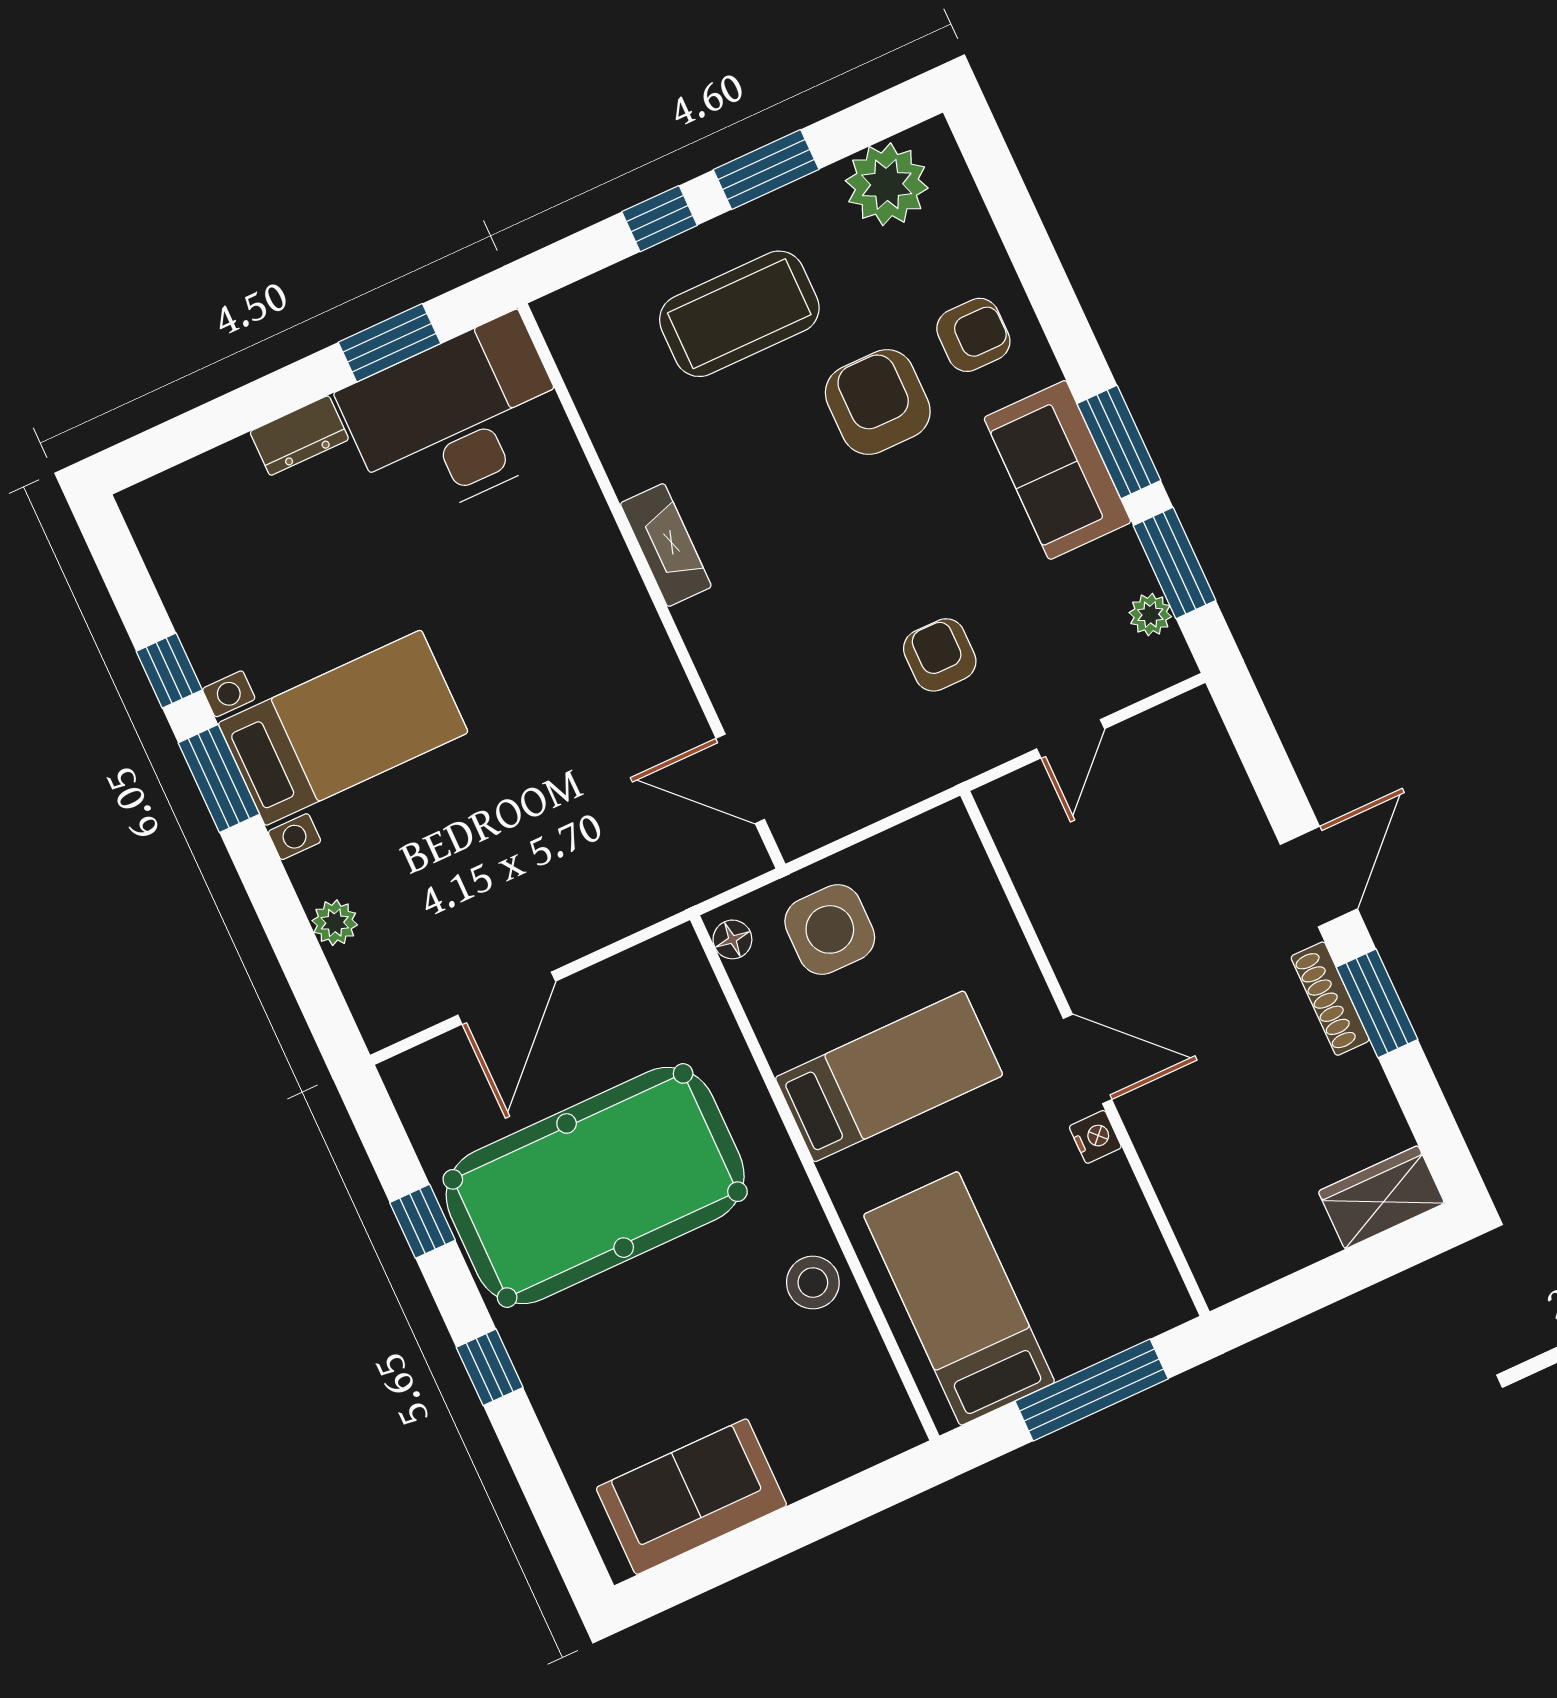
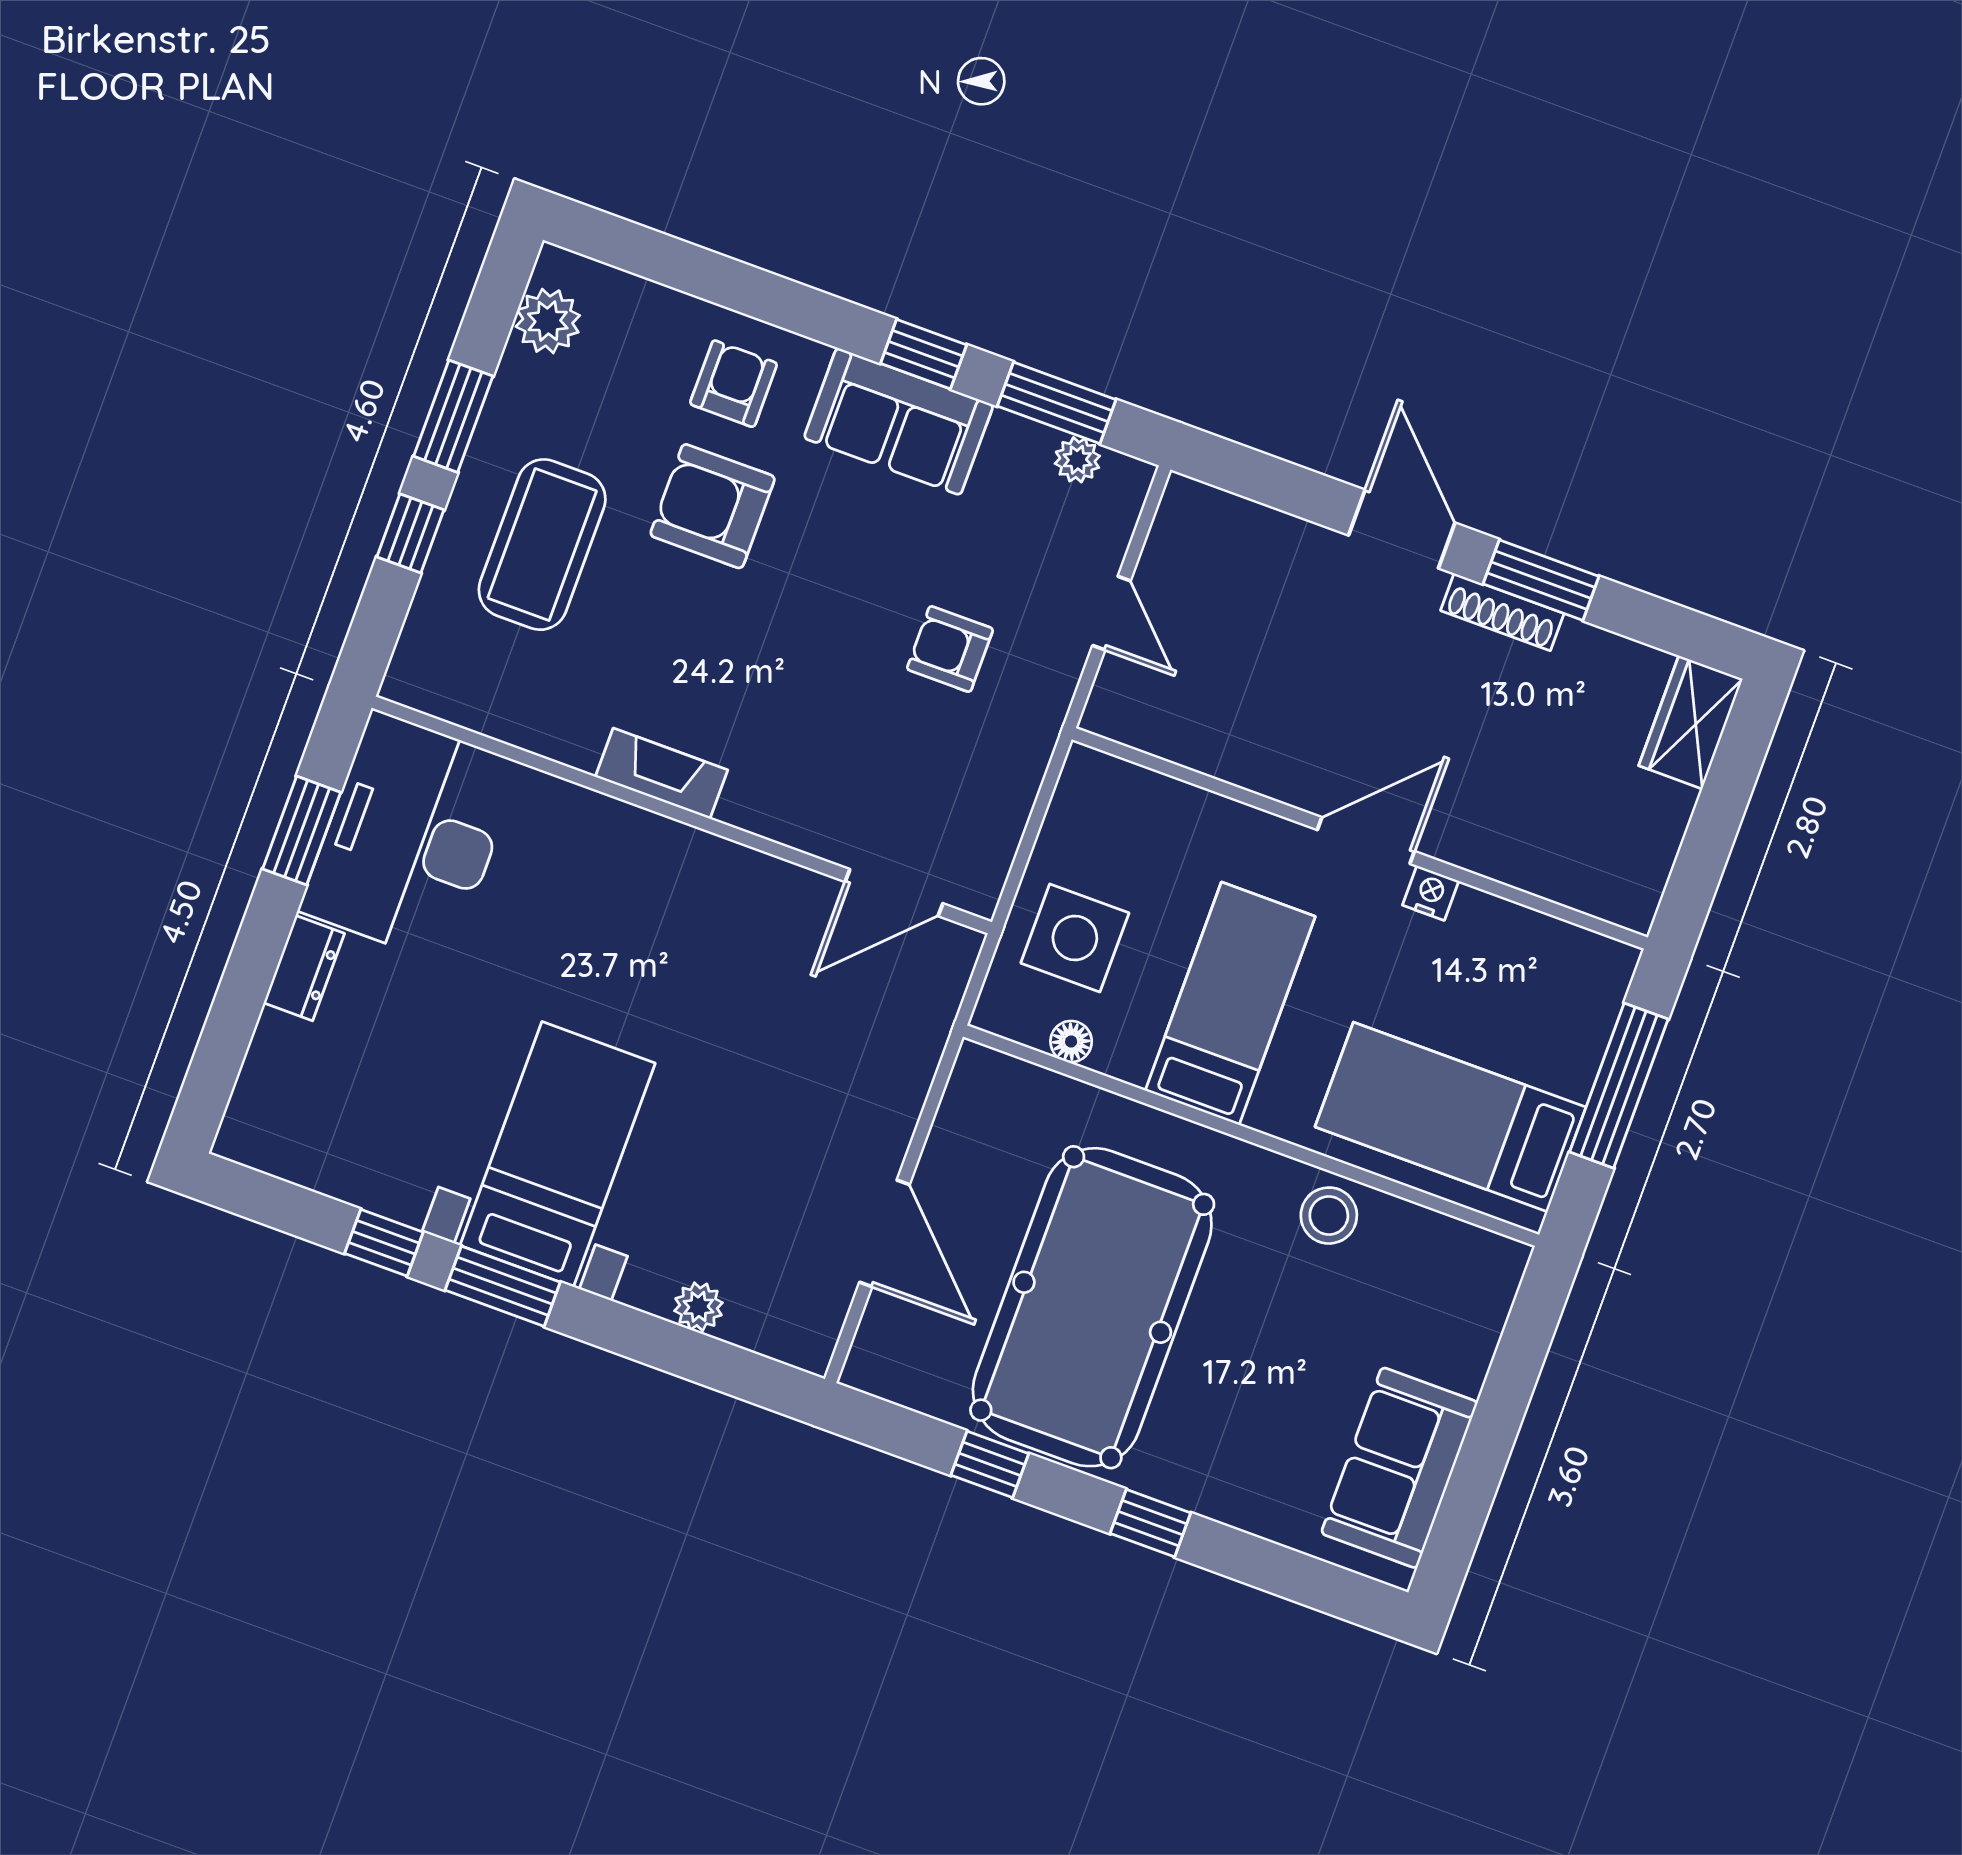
plant: (887, 184) -> (548, 321), width x0.73, depth x0.73
window: (1119, 442) -> (924, 354), width x0.67
floor lamp: (732, 939) -> (1071, 1042), moved

